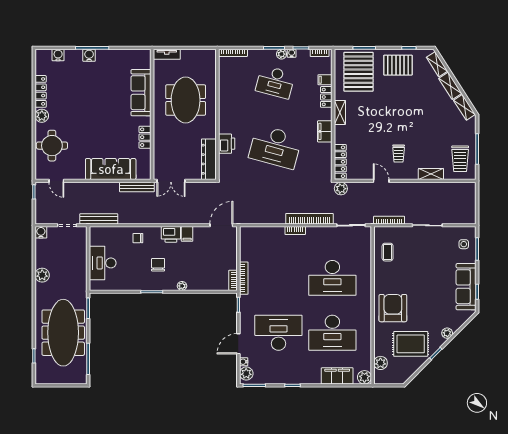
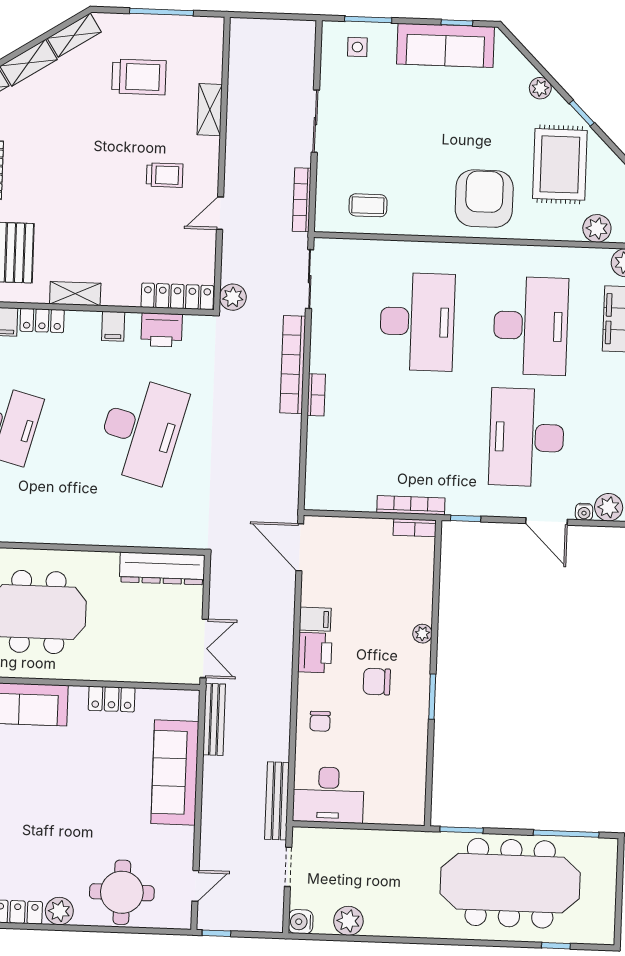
filing cabinet: (325, 131) -> (113, 326), width x0.50
printer: (227, 144) -> (162, 330), moved, turned 180
trolley: (460, 159) -> (139, 77), moved
desk: (103, 263) -> (328, 795), moved
plant: (42, 275) -> (348, 921), moved
armchair: (393, 308) -> (484, 199), turned 90

